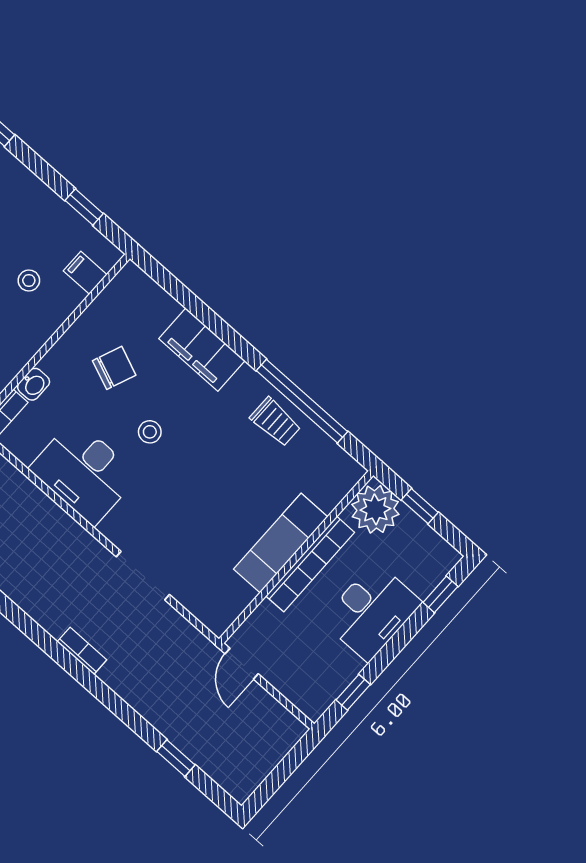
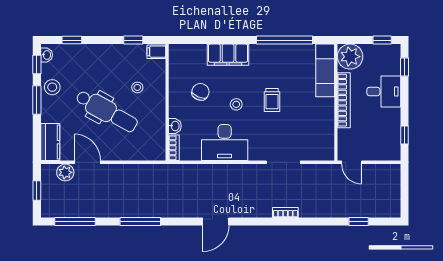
filing cabinet: (85, 273) -> (156, 52), moved
trolley: (275, 422) -> (272, 100), moved, turned 90
window: (420, 506) -> (382, 40), moved
exam couch: (281, 543) -> (325, 70), moved
desk: (372, 611) -> (384, 92), width x0.73

